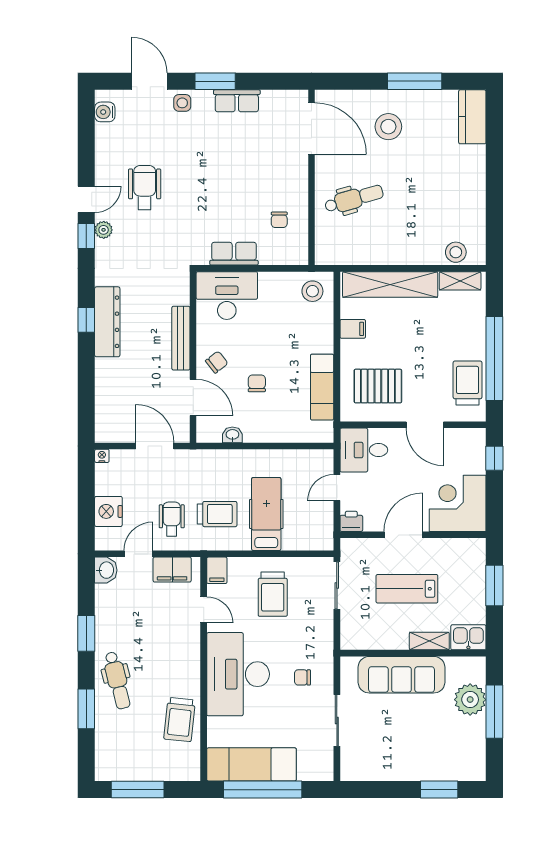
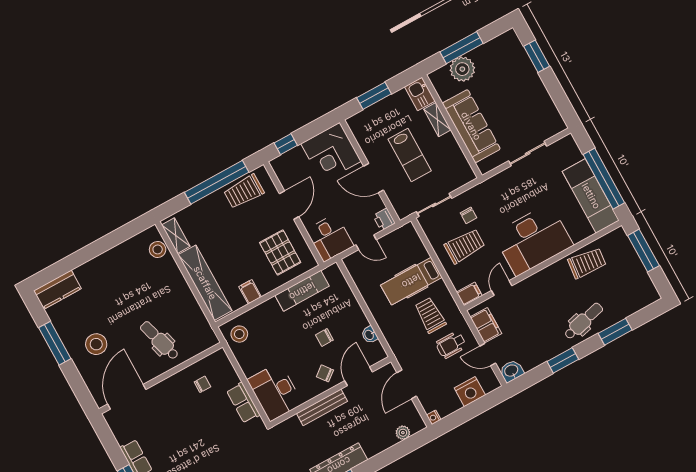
plant: (104, 412) -> (403, 433), added
chair: (302, 677) -> (469, 215), moved
window: (138, 790) -> (643, 251), moved

